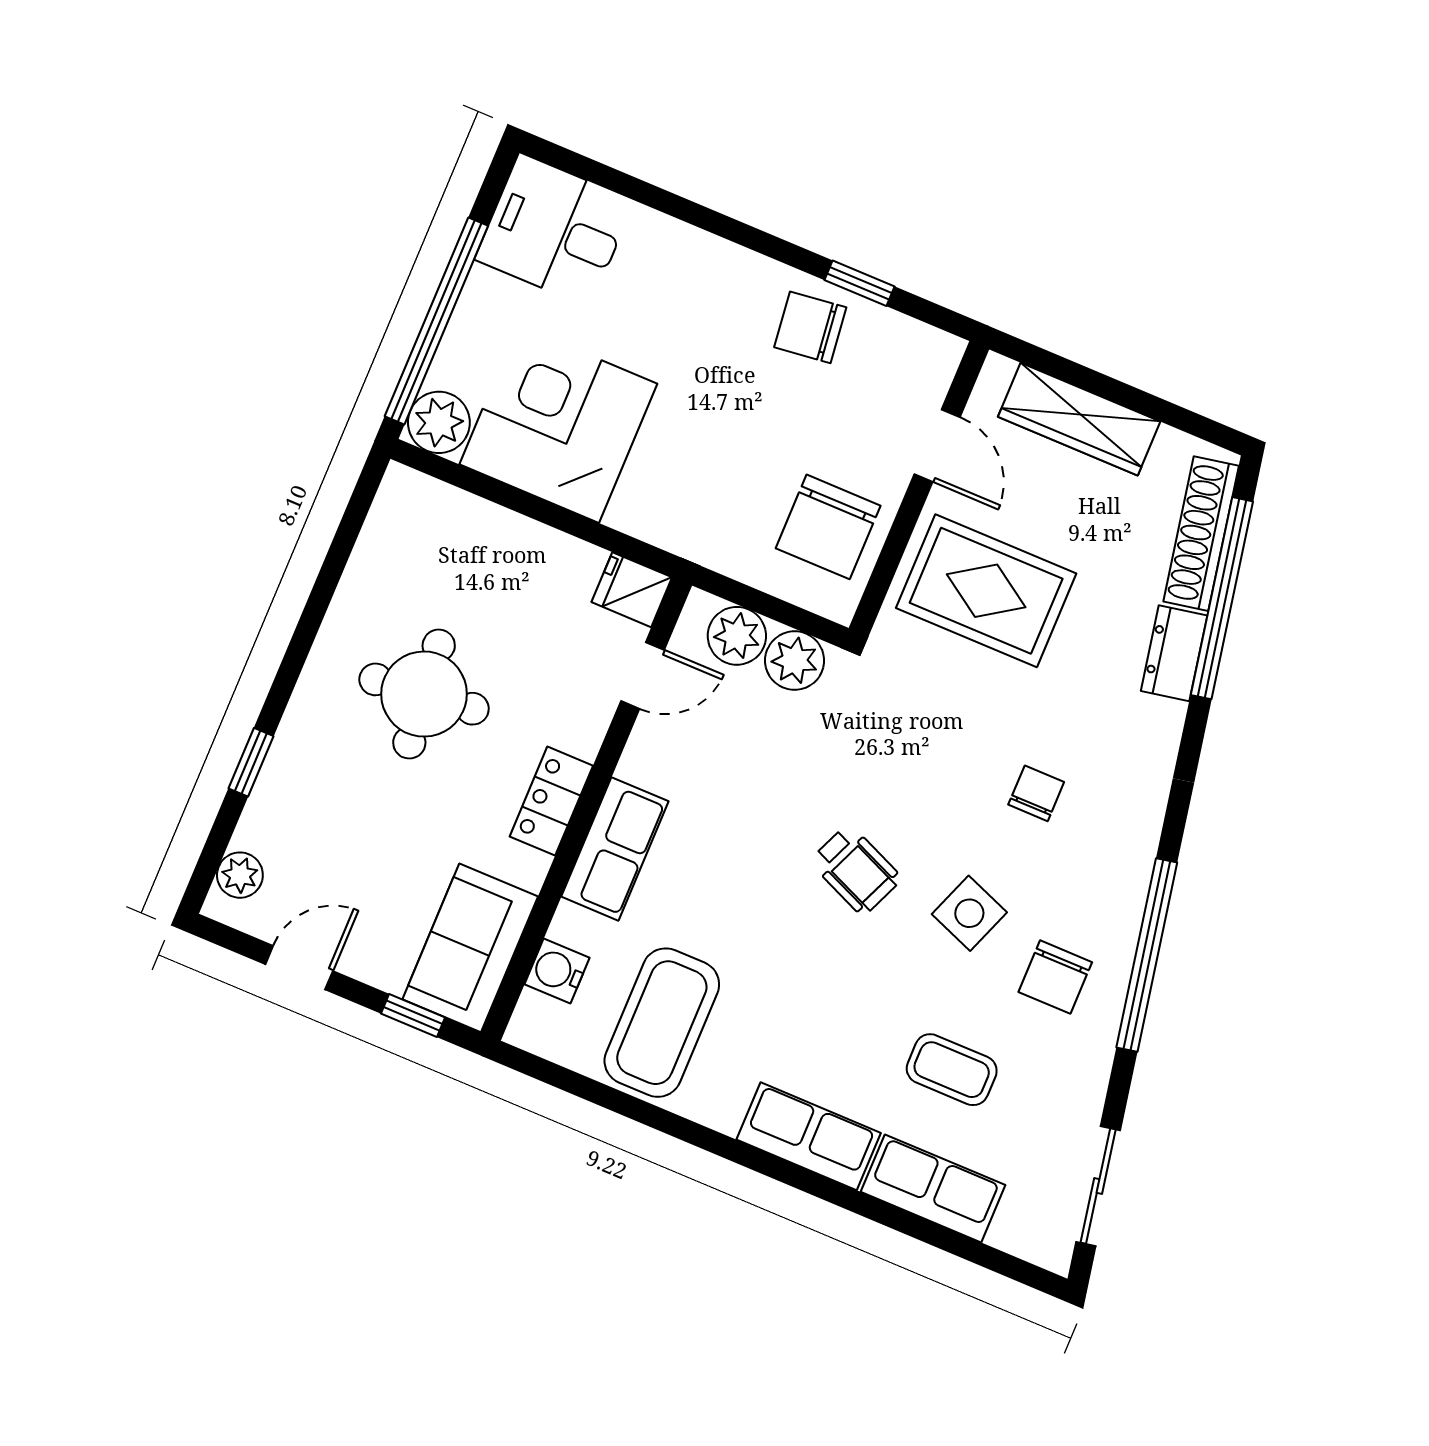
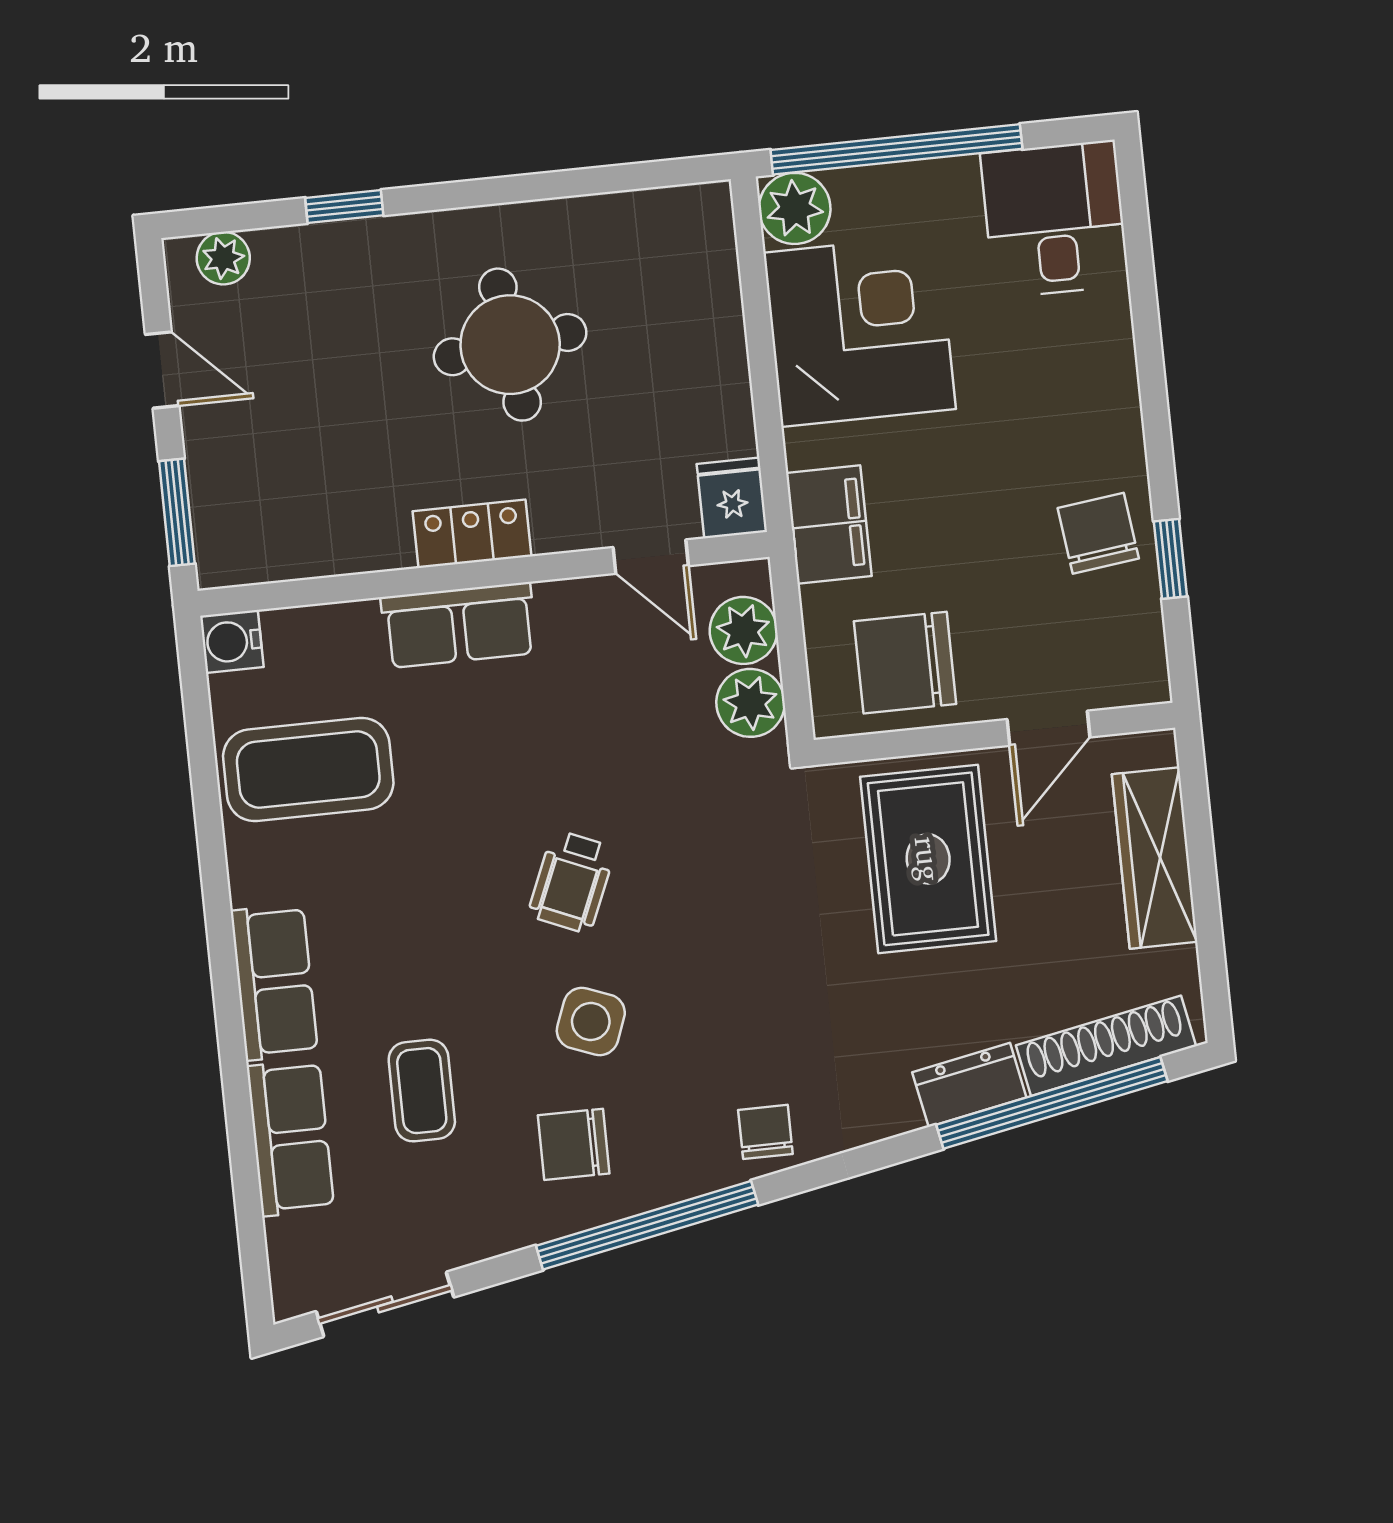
filing cabinet: (692, 527) -> (829, 524), added
chair: (1036, 793) -> (765, 1132), moved, turned -90
sofa: (470, 948) -> (278, 533), removed
water cooler: (557, 971) -> (232, 641), moved, turned -90
window: (413, 1015) -> (177, 512), width x1.50

